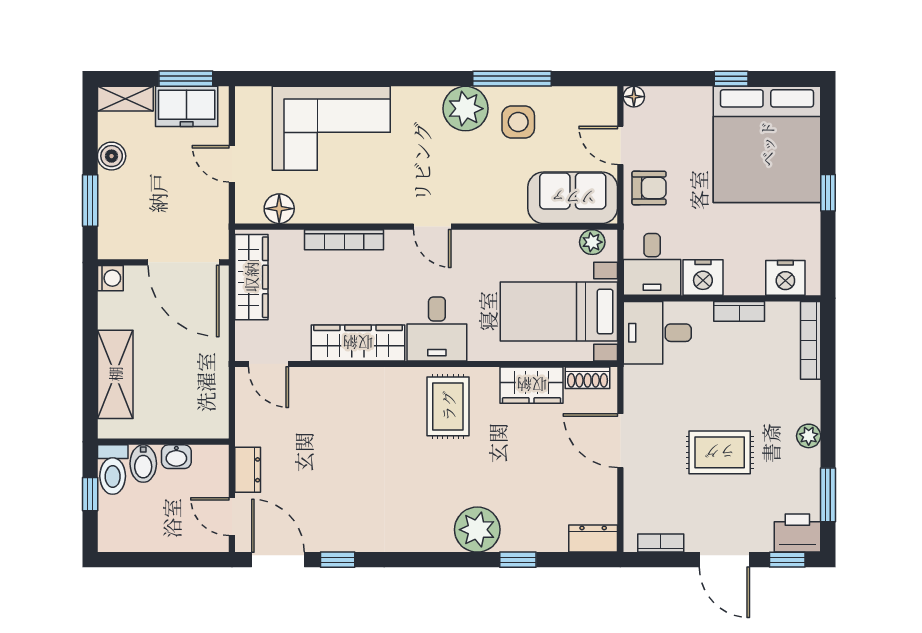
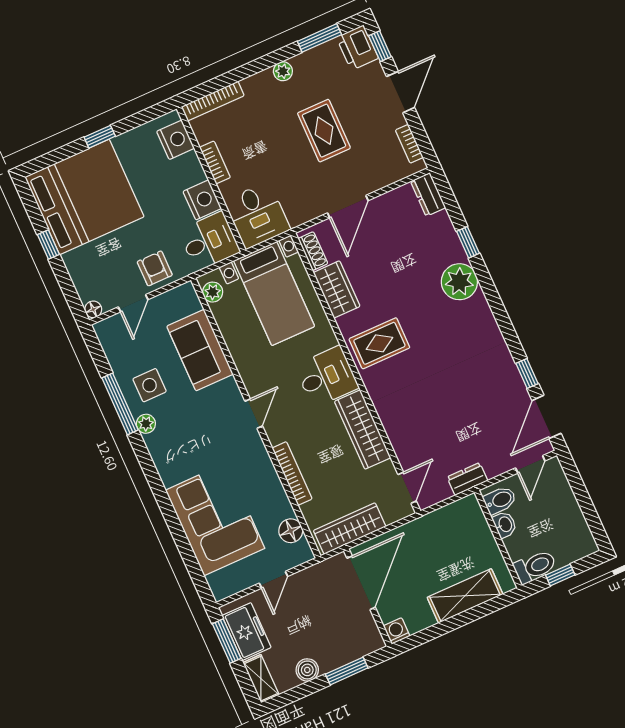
plant: (466, 109) -> (146, 424), width x0.53, depth x0.53
sofa: (573, 198) -> (200, 350), moved
bidet: (143, 464) -> (500, 500), moved
dresser: (248, 470) -> (467, 479), moved

